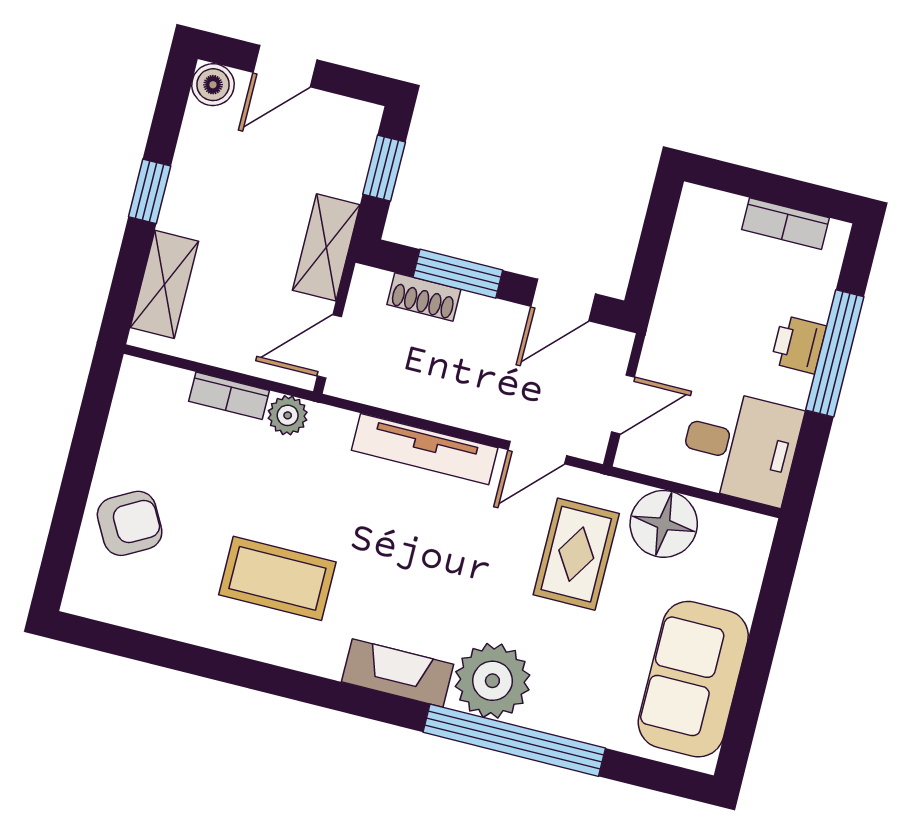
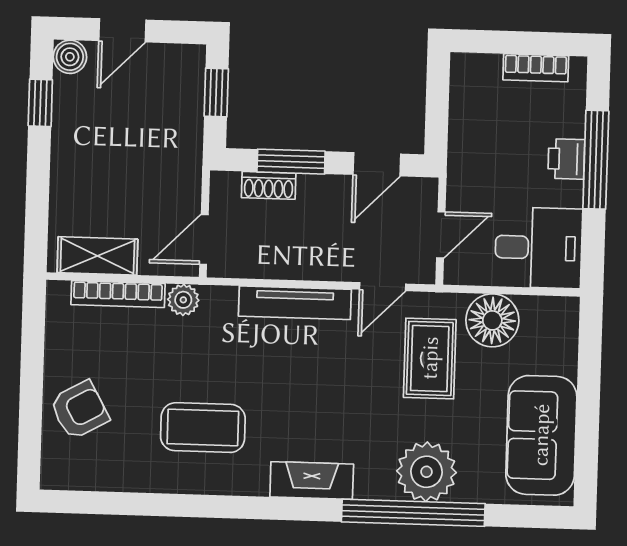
window: (150, 191) -> (40, 103), moved
shelving: (326, 247) -> (185, 164), removed
shelving: (164, 284) -> (97, 256), moved, turned 90
bookcase: (229, 396) -> (118, 294), width x1.56
plant: (492, 681) -> (426, 472), moved

